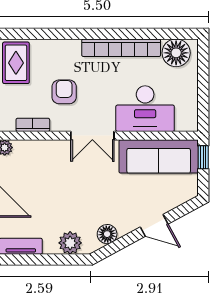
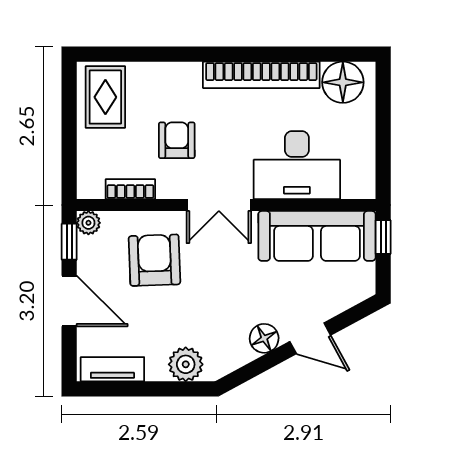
armchair: (49, 173) -> (154, 260), added
floor lamp: (107, 234) -> (264, 338), moved

